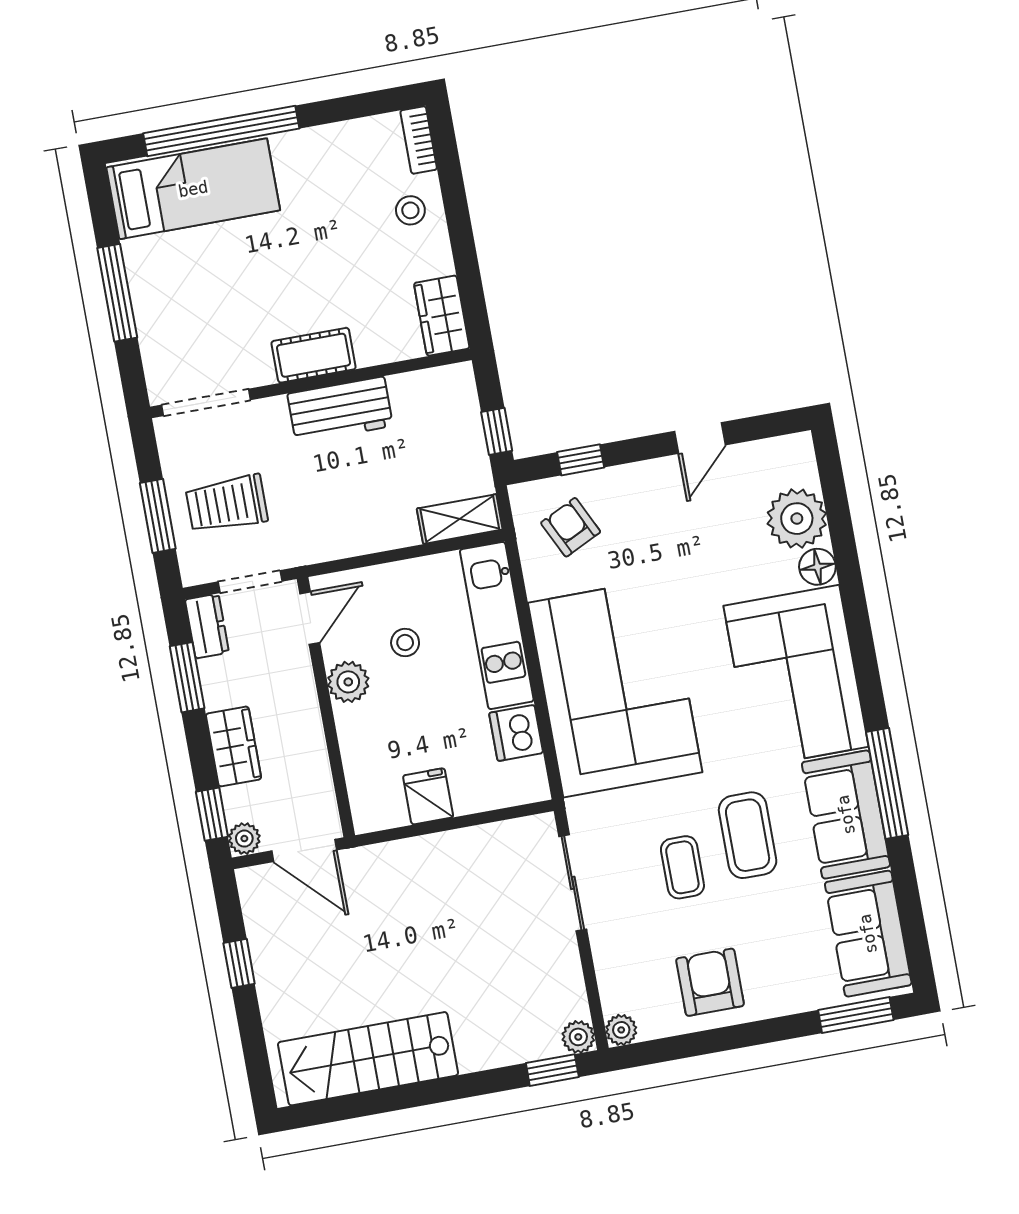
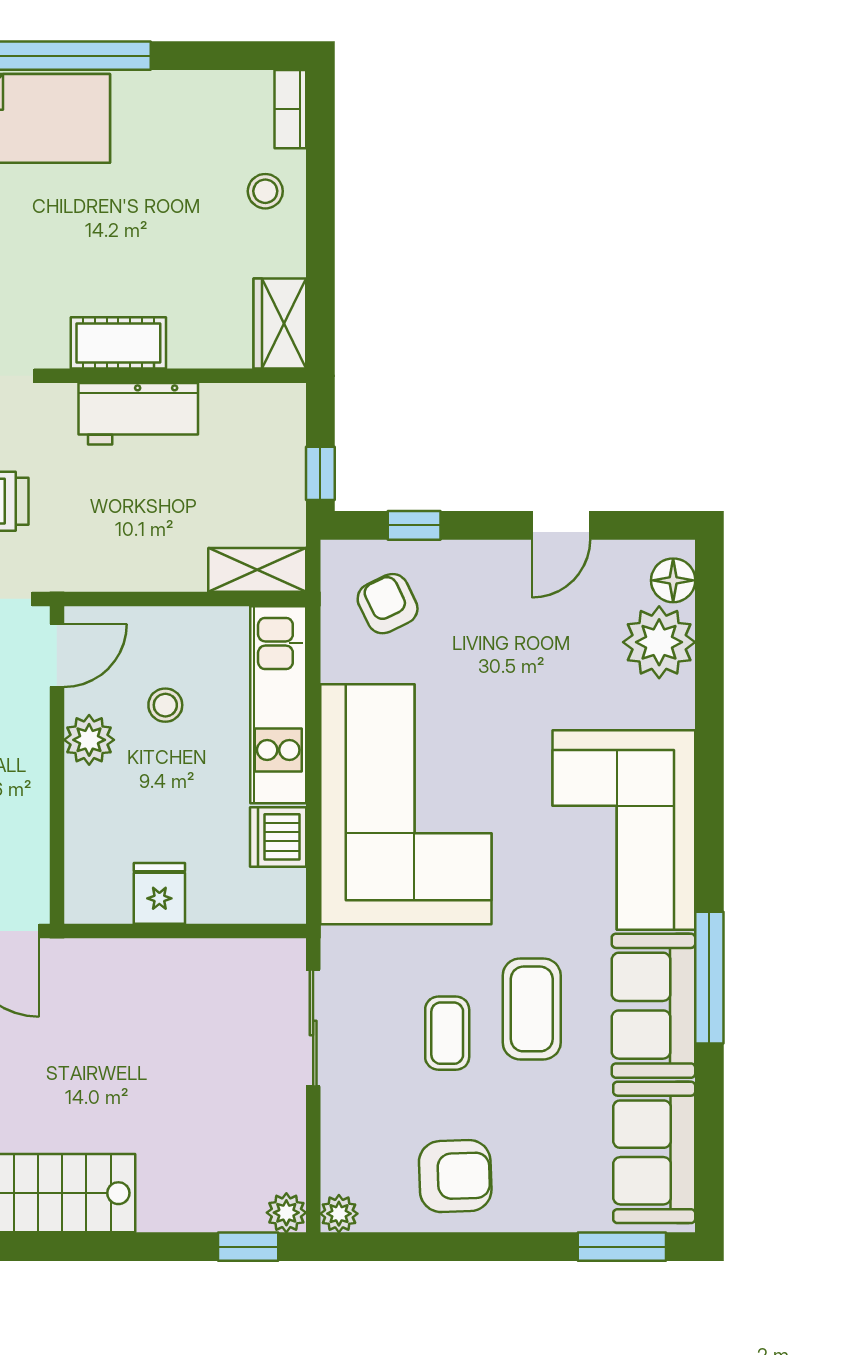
floor lamp: (817, 567) -> (673, 580), moved
armchair: (710, 982) -> (455, 1176), turned 88

